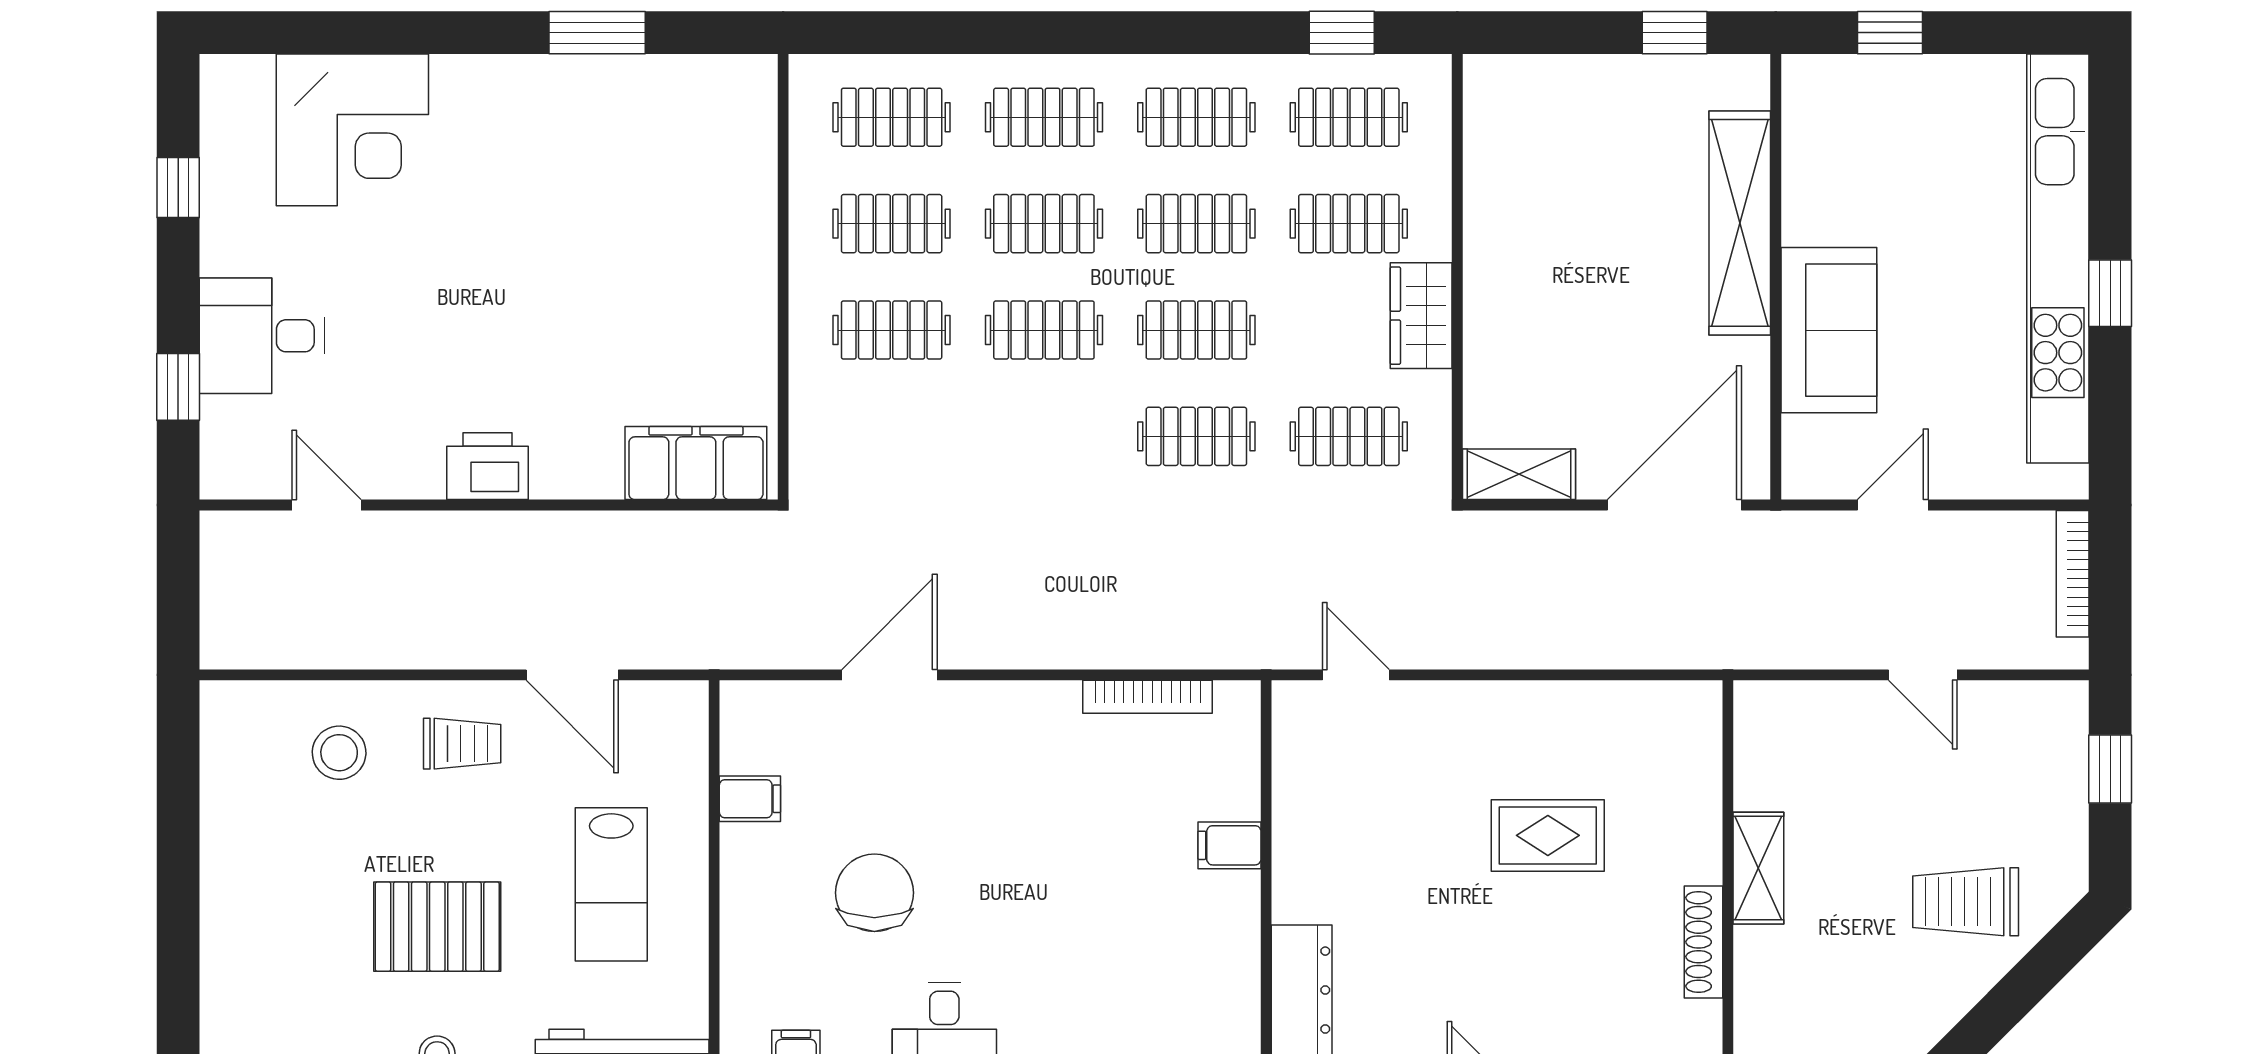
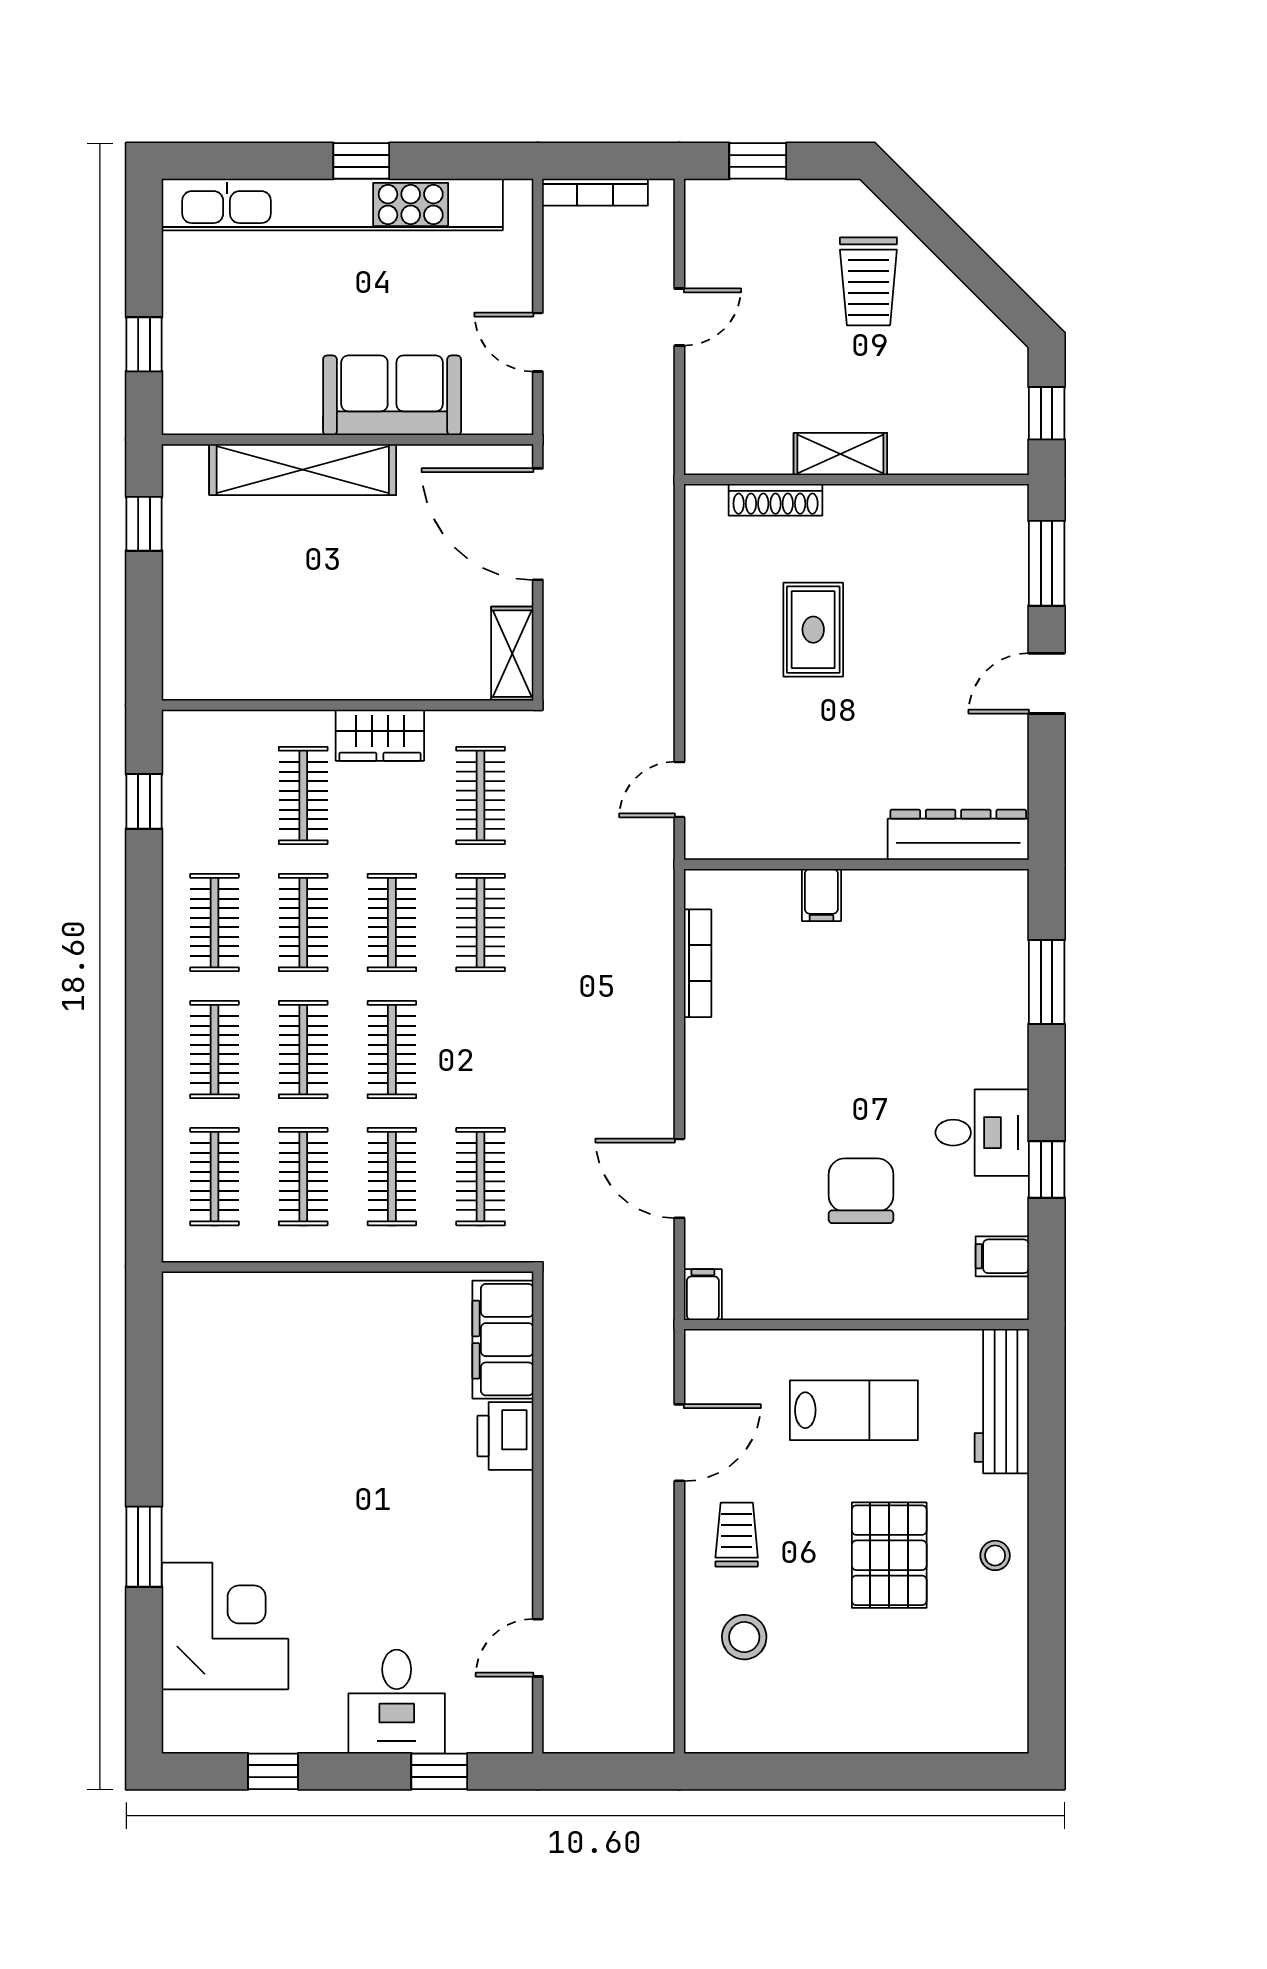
window: (597, 33) -> (144, 1547), moved
clothes rail: (1349, 117) -> (481, 1177), moved
printer: (487, 466) -> (505, 1436), moved
filing cabinet: (750, 799) -> (703, 1295), moved
chair: (874, 893) -> (861, 1191), turned 90
shoe rack: (1704, 942) -> (776, 500), moved

